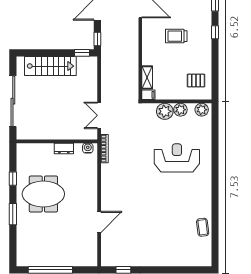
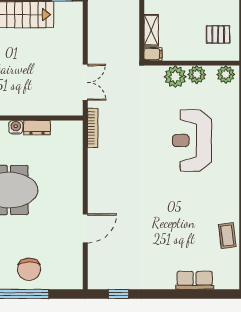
double door: (99, 115) -> (85, 82), swing flipped
water cooler: (88, 148) -> (16, 127), moved
reception desk: (177, 158) -> (192, 141), turned -90
chair: (58, 252) -> (29, 269), added
row of seats: (179, 260) -> (195, 280), added

